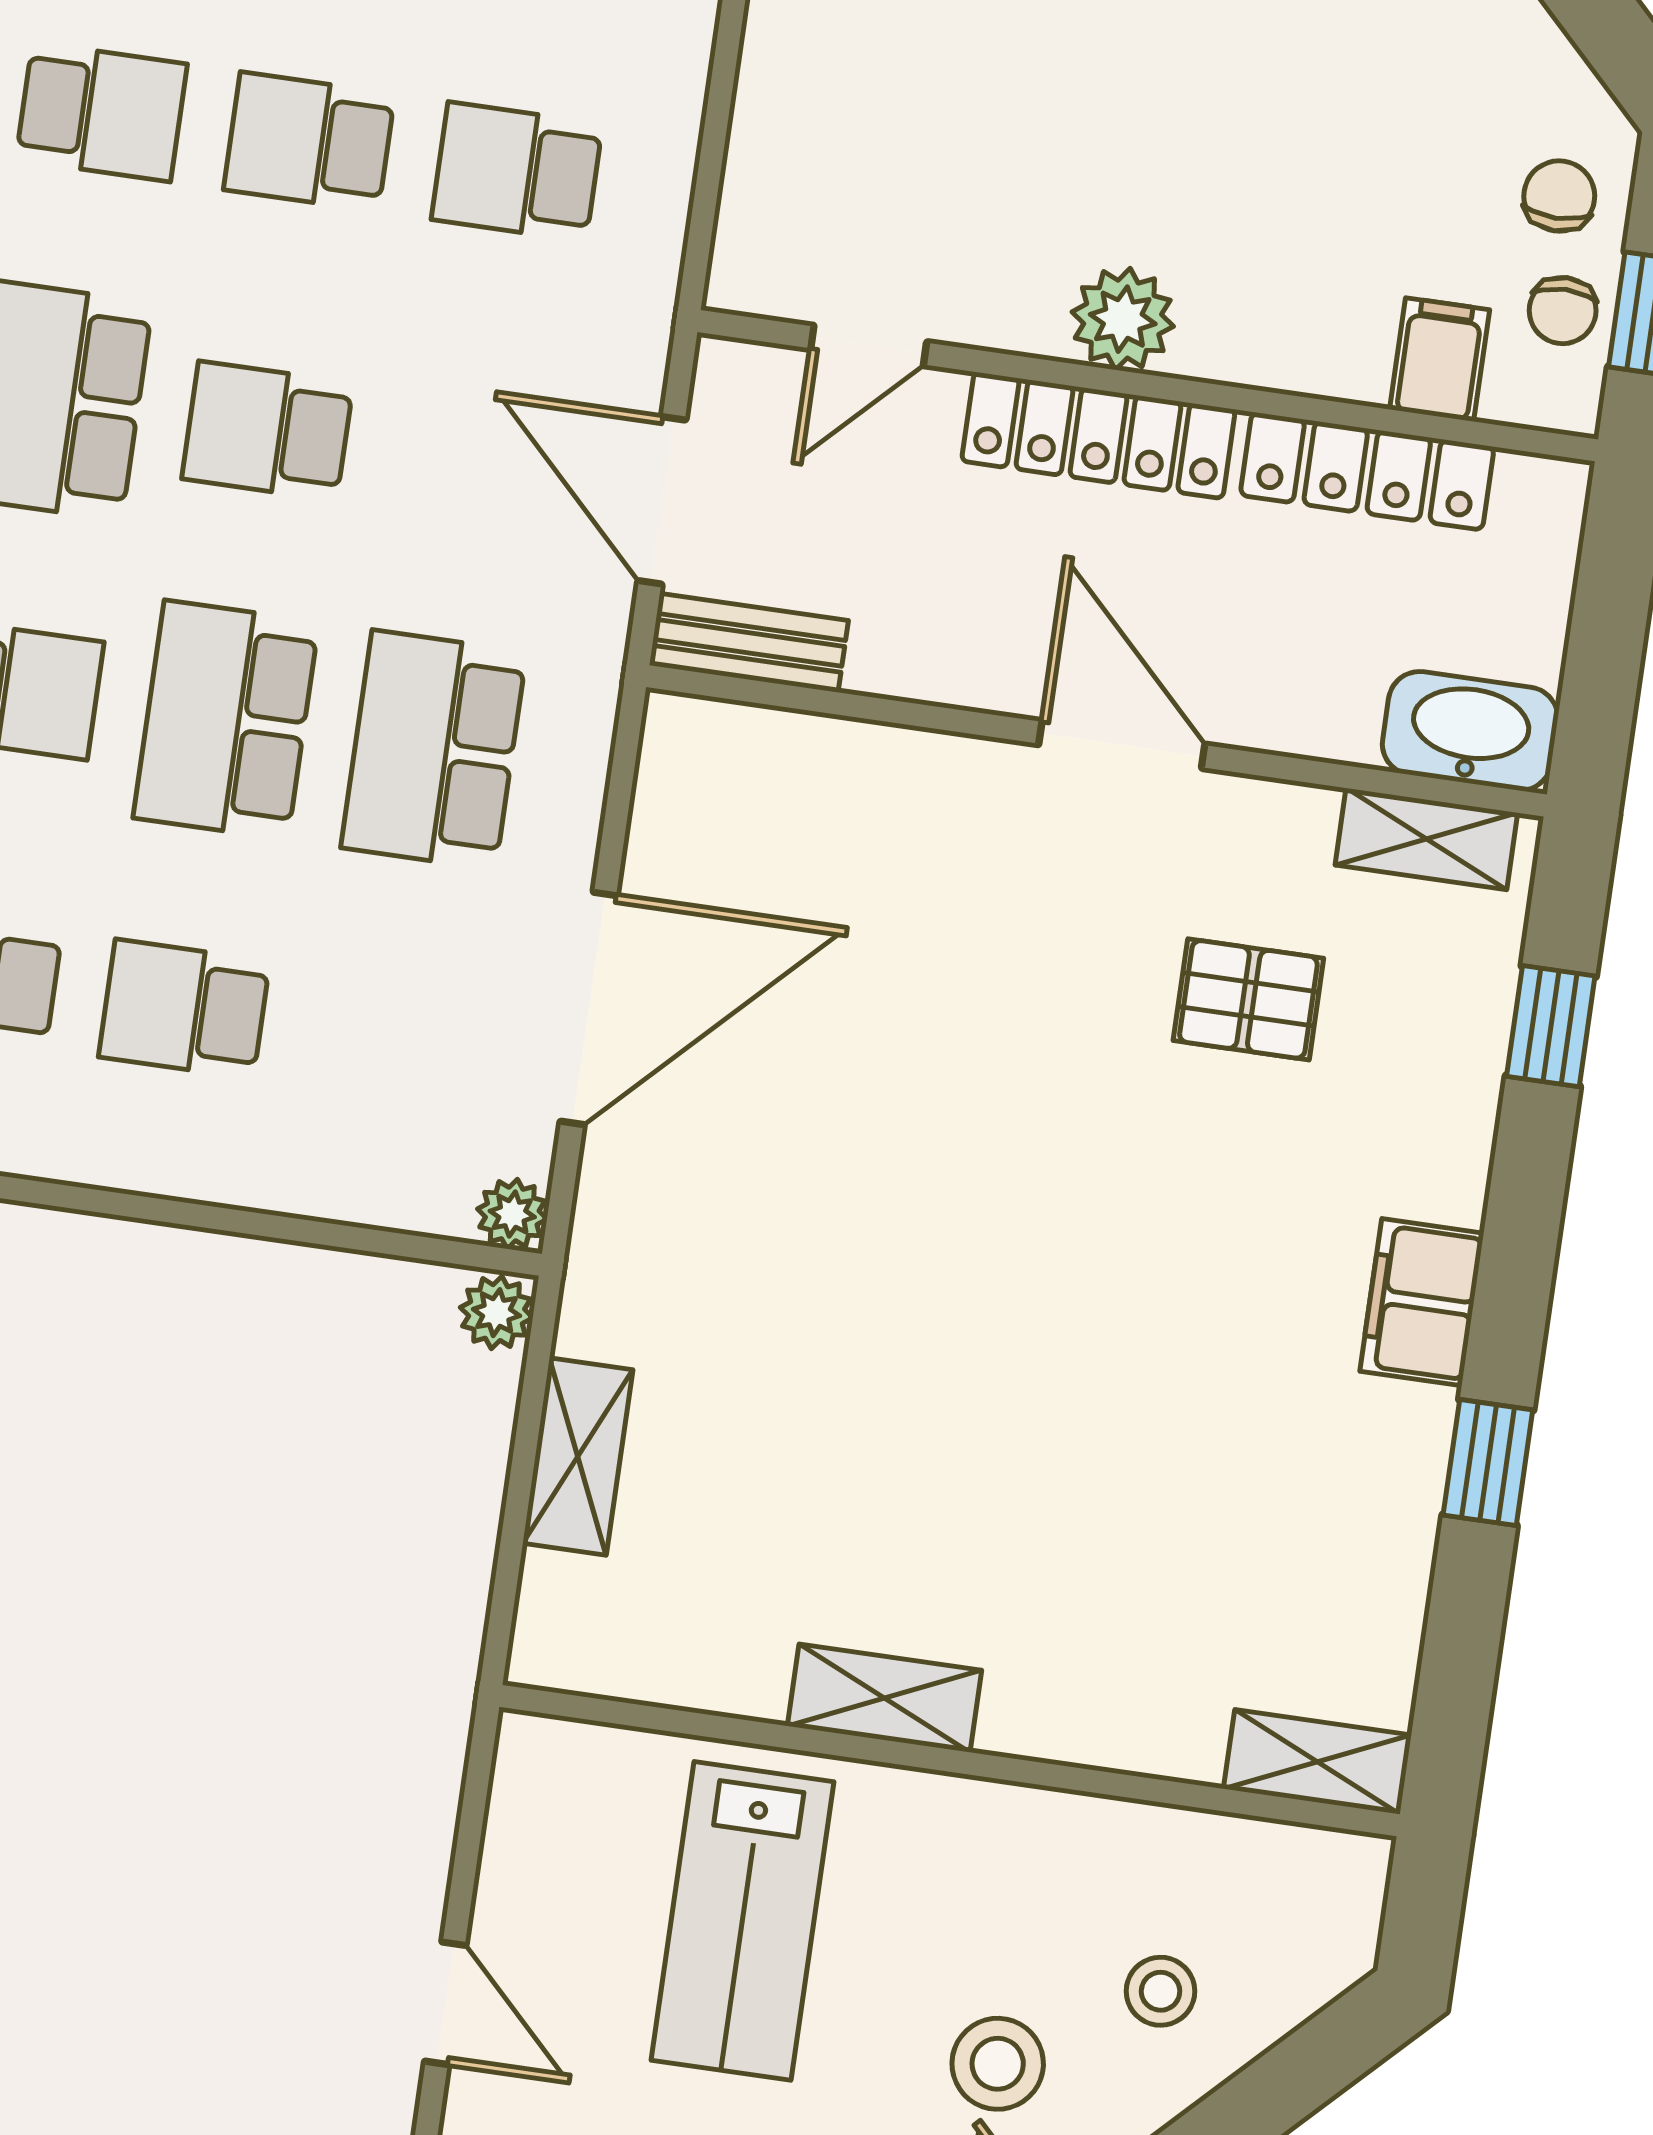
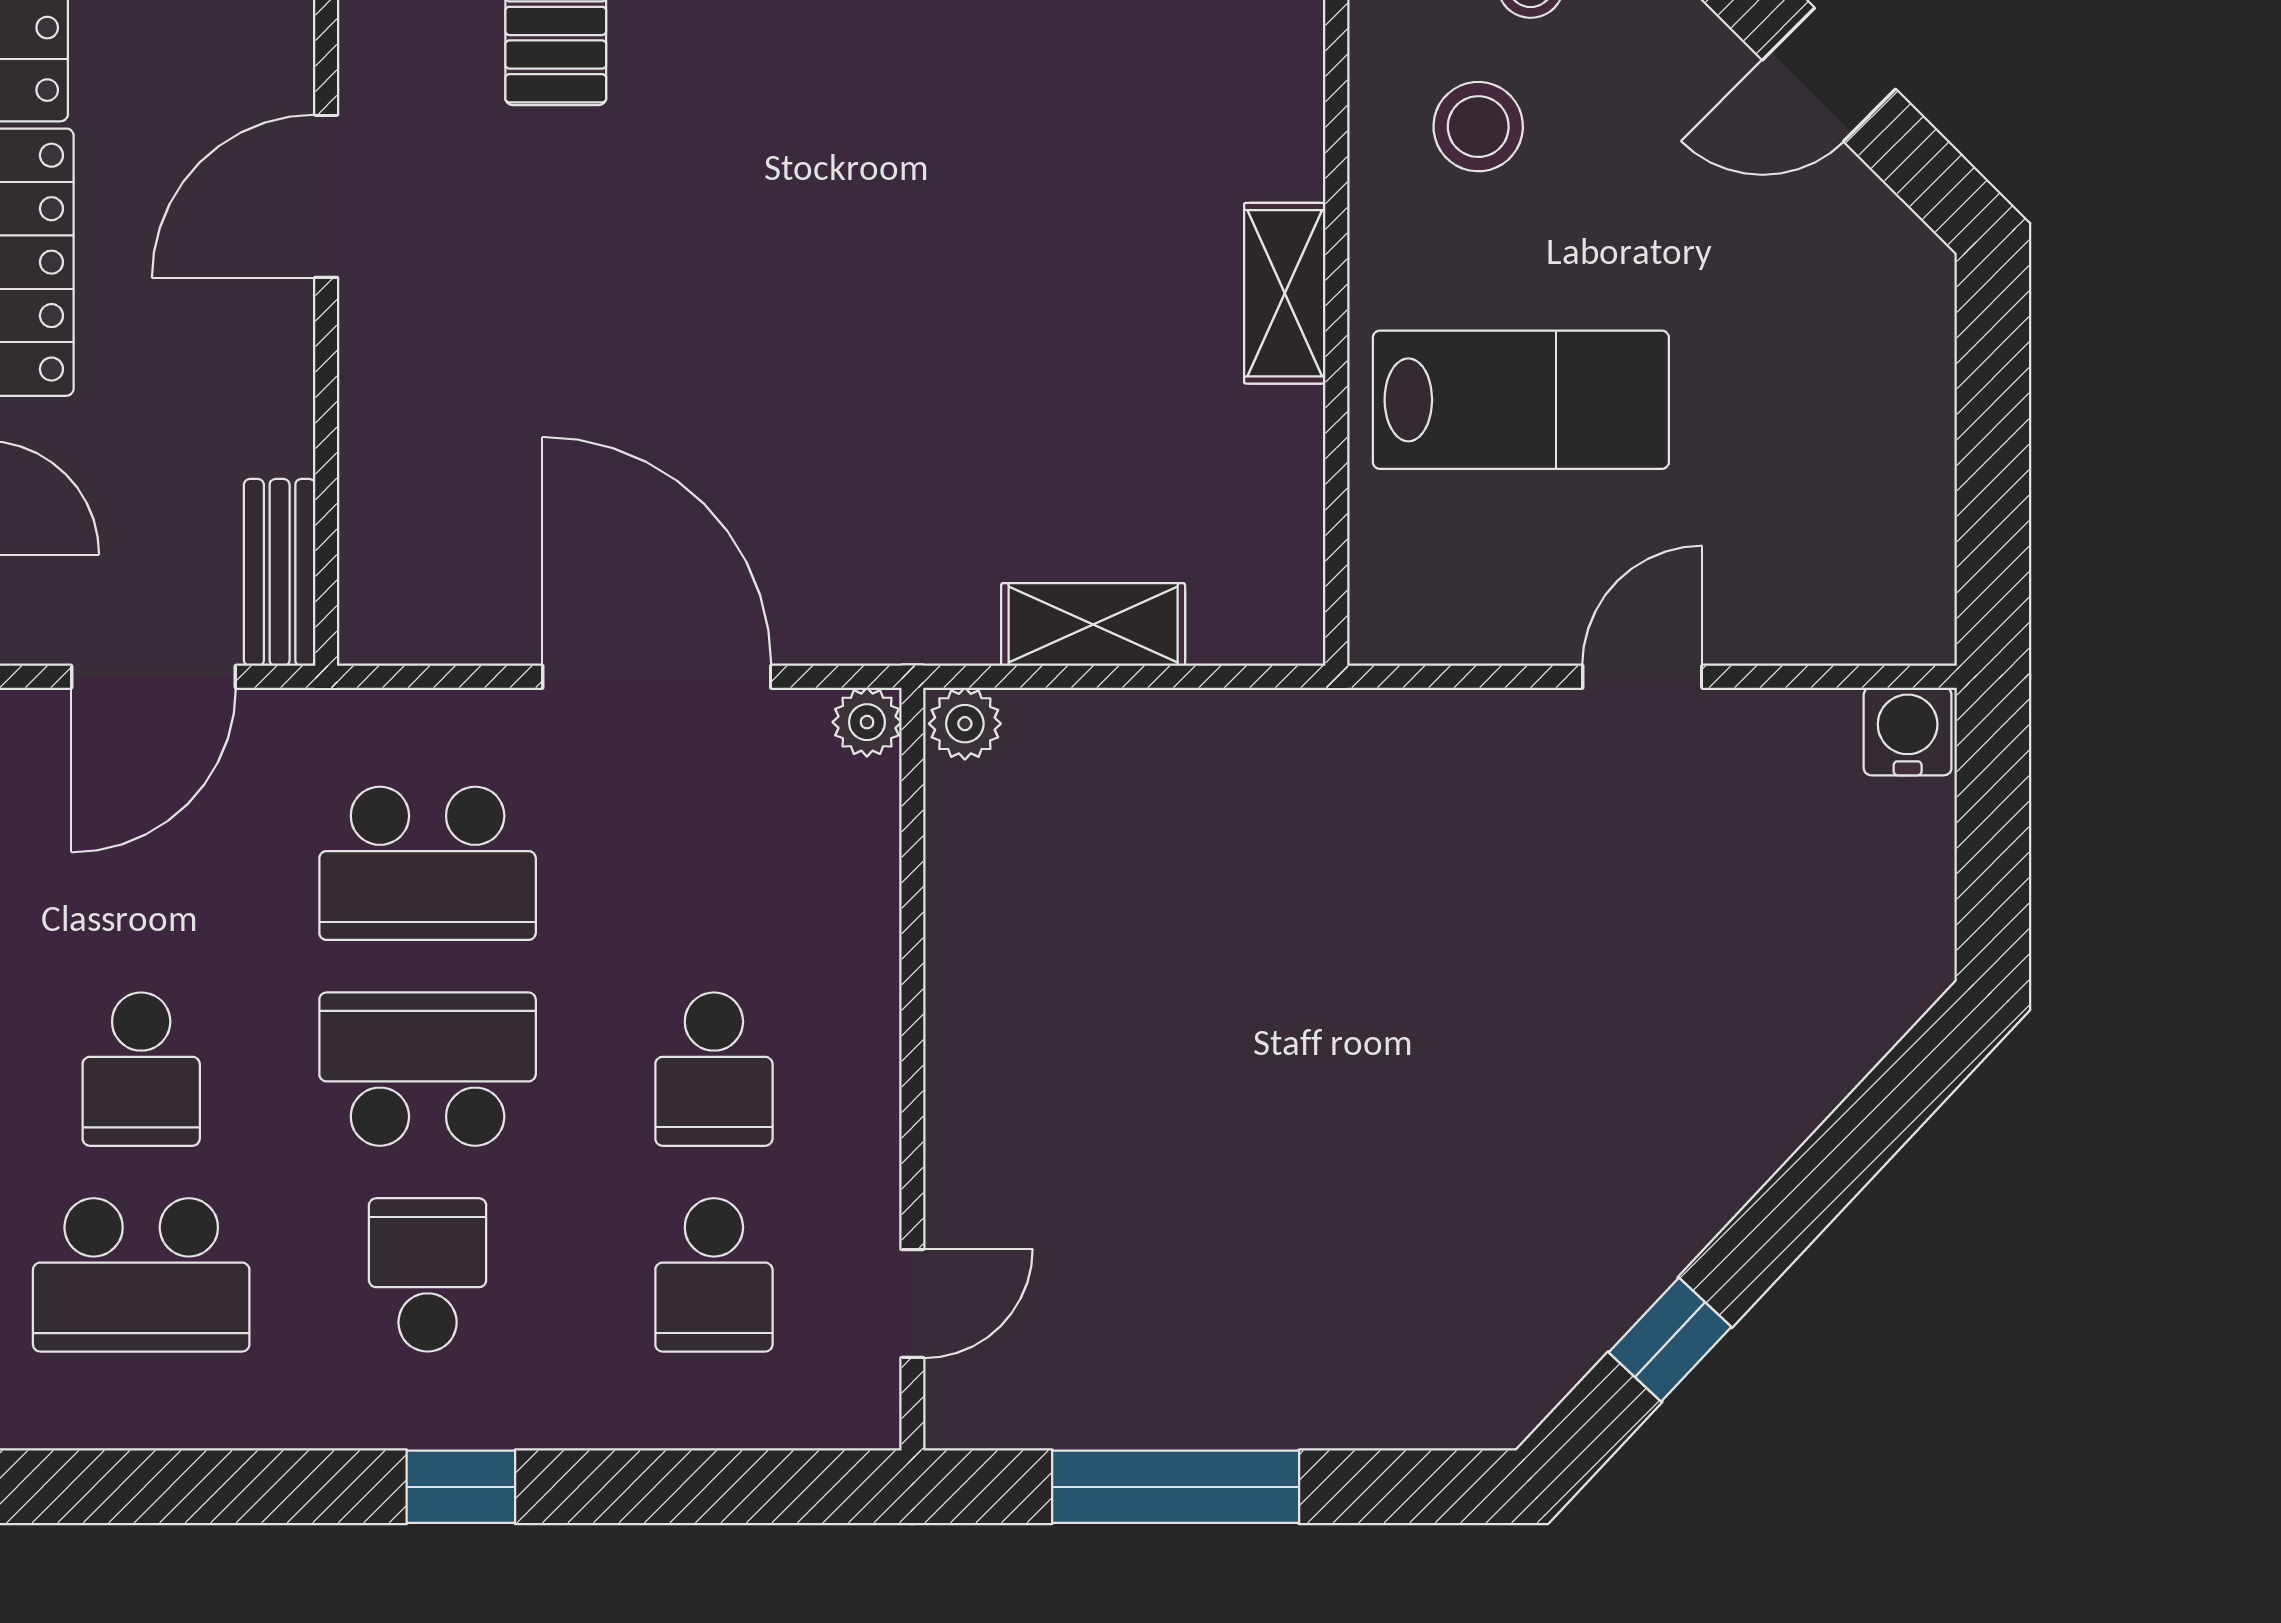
school desk: (226, 720) -> (428, 1069), turned 180
stool: (998, 2064) -> (1478, 127), moved

